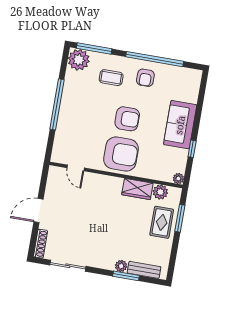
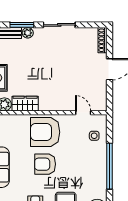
side table: (68, 141) -> (94, 136), added
sliding door: (68, 266) -> (59, 25), moved

